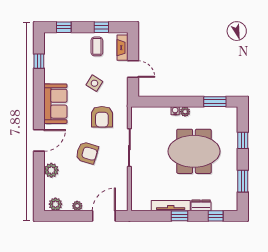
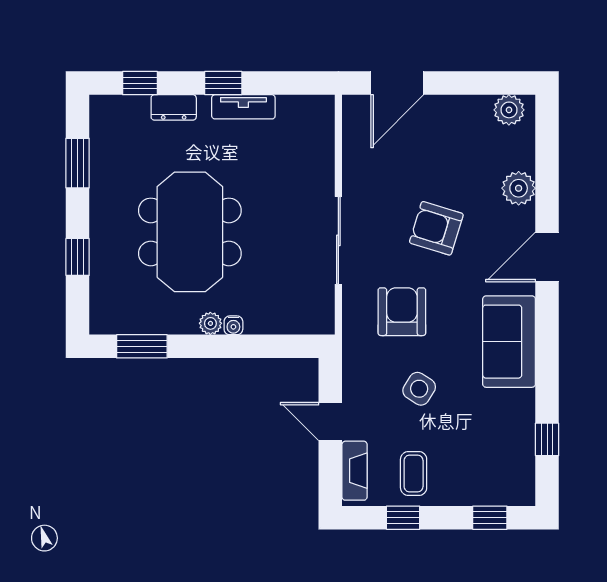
meeting table: (194, 151) -> (190, 232), turned 90
plant: (77, 206) -> (459, 106), removed
tv unit: (171, 206) -> (243, 107), width x0.71

